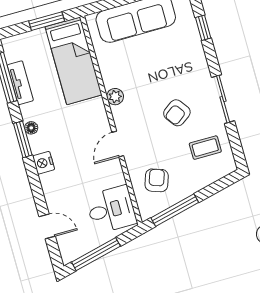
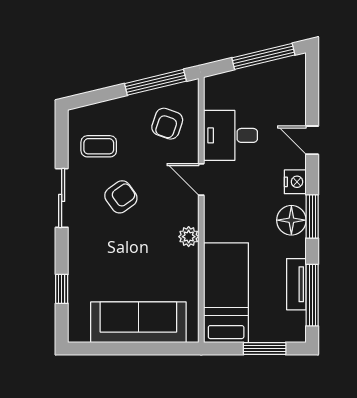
window: (47, 21) -> (265, 349), moved
floor lamp: (31, 128) -> (291, 220), width x1.89, depth x1.89
door: (118, 144) -> (201, 179), swing flipped
desk: (111, 209) -> (231, 135), moved
door: (47, 226) -> (312, 140), moved

